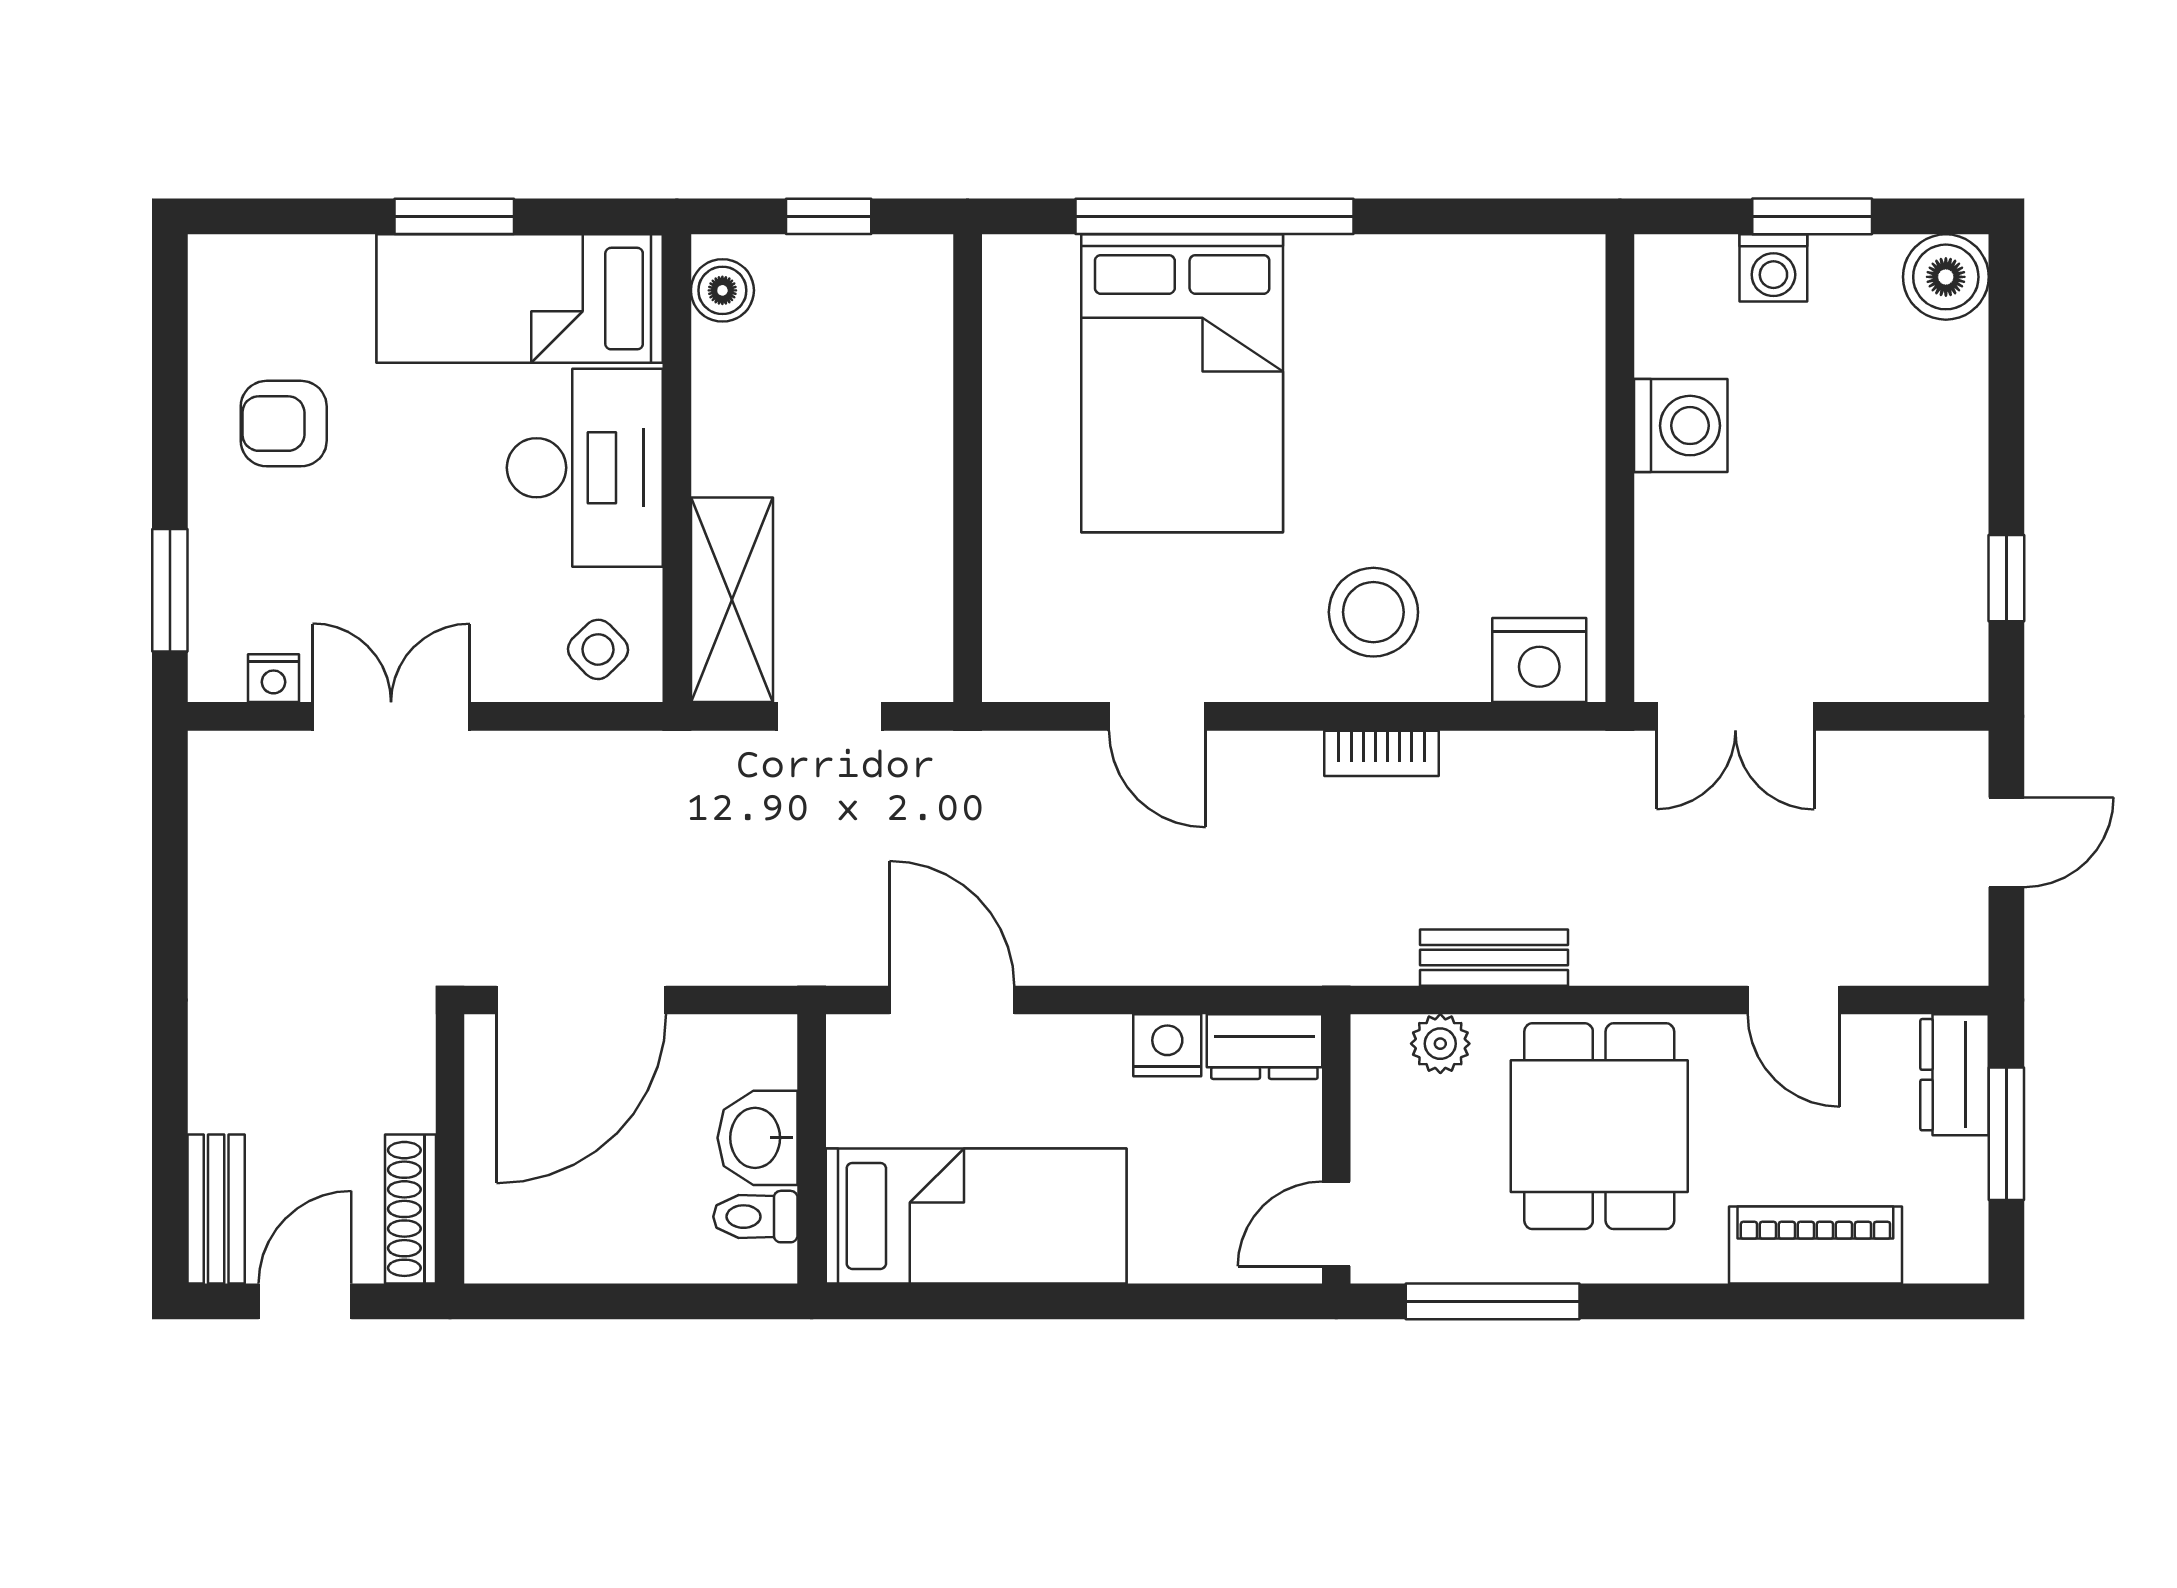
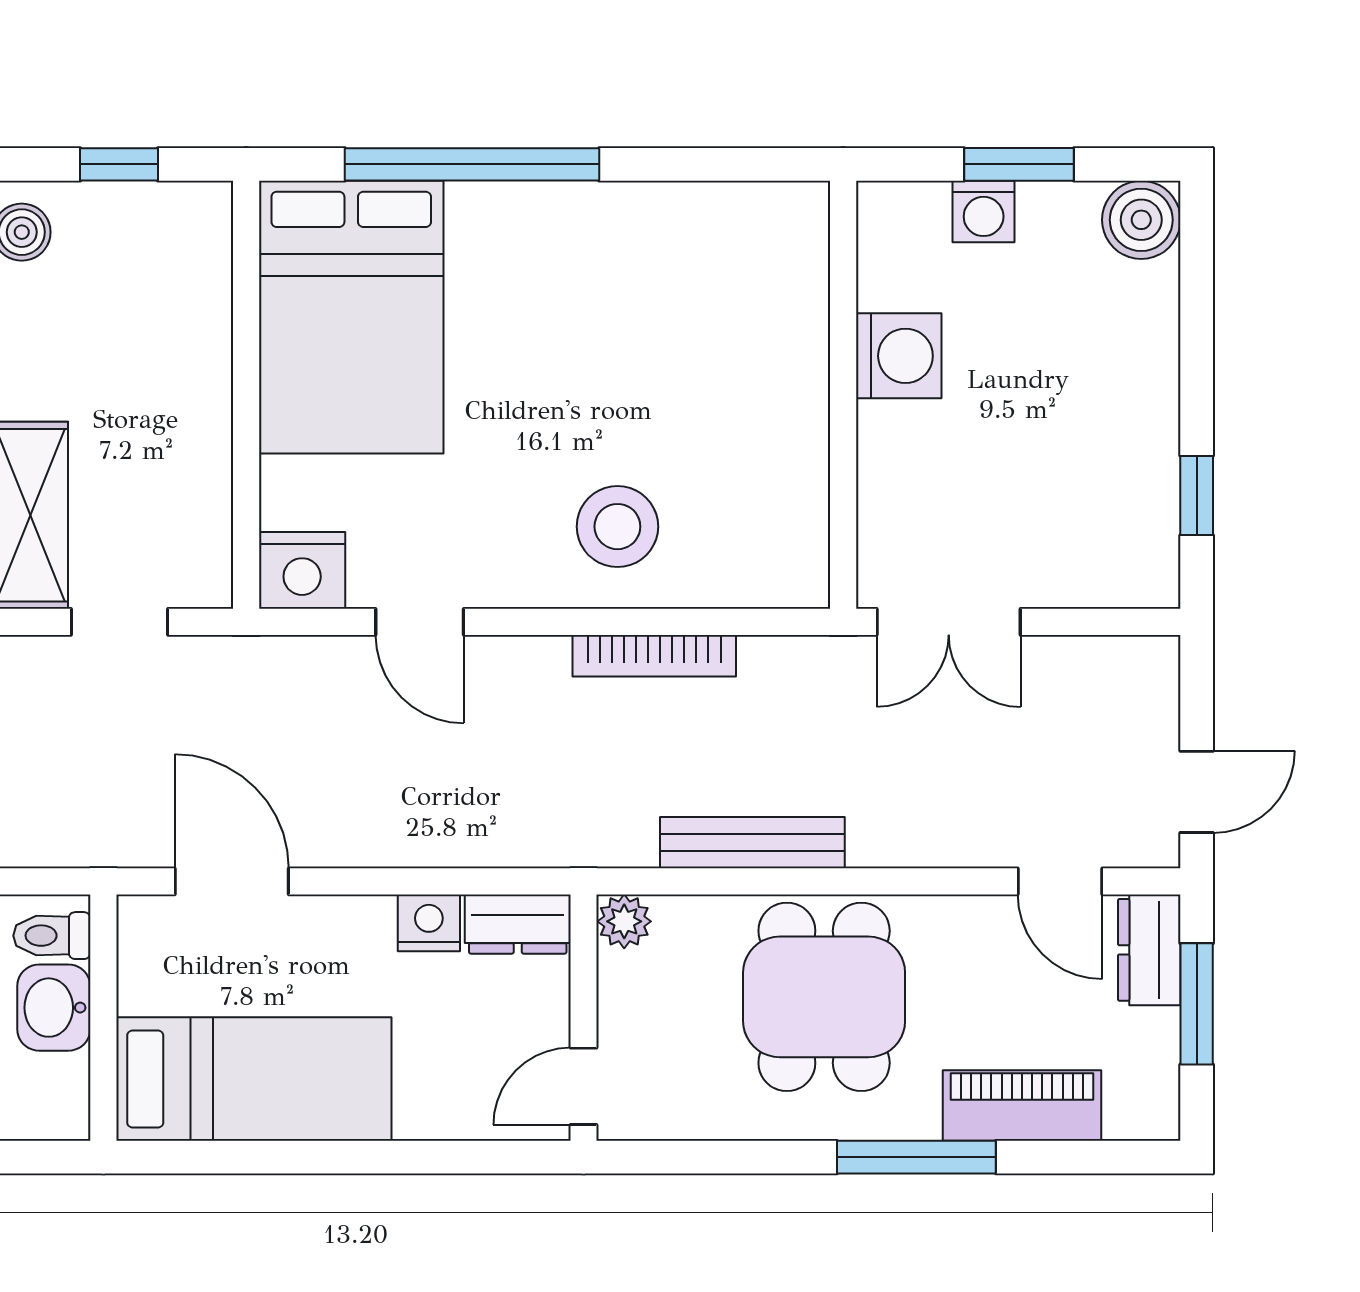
bed: (1182, 383) -> (351, 317), moved
nightstand: (1539, 660) -> (302, 570), moved
bookcase: (1381, 753) -> (654, 656), width x1.56
door: (2006, 842) -> (1197, 792), moved
bench: (1494, 958) -> (752, 843), width x1.36
door: (1794, 1000) -> (1060, 881), moved
plant: (1440, 1044) -> (624, 921), moved
toilet: (755, 1217) -> (52, 936), moved
window: (1493, 1301) -> (916, 1157), moved

